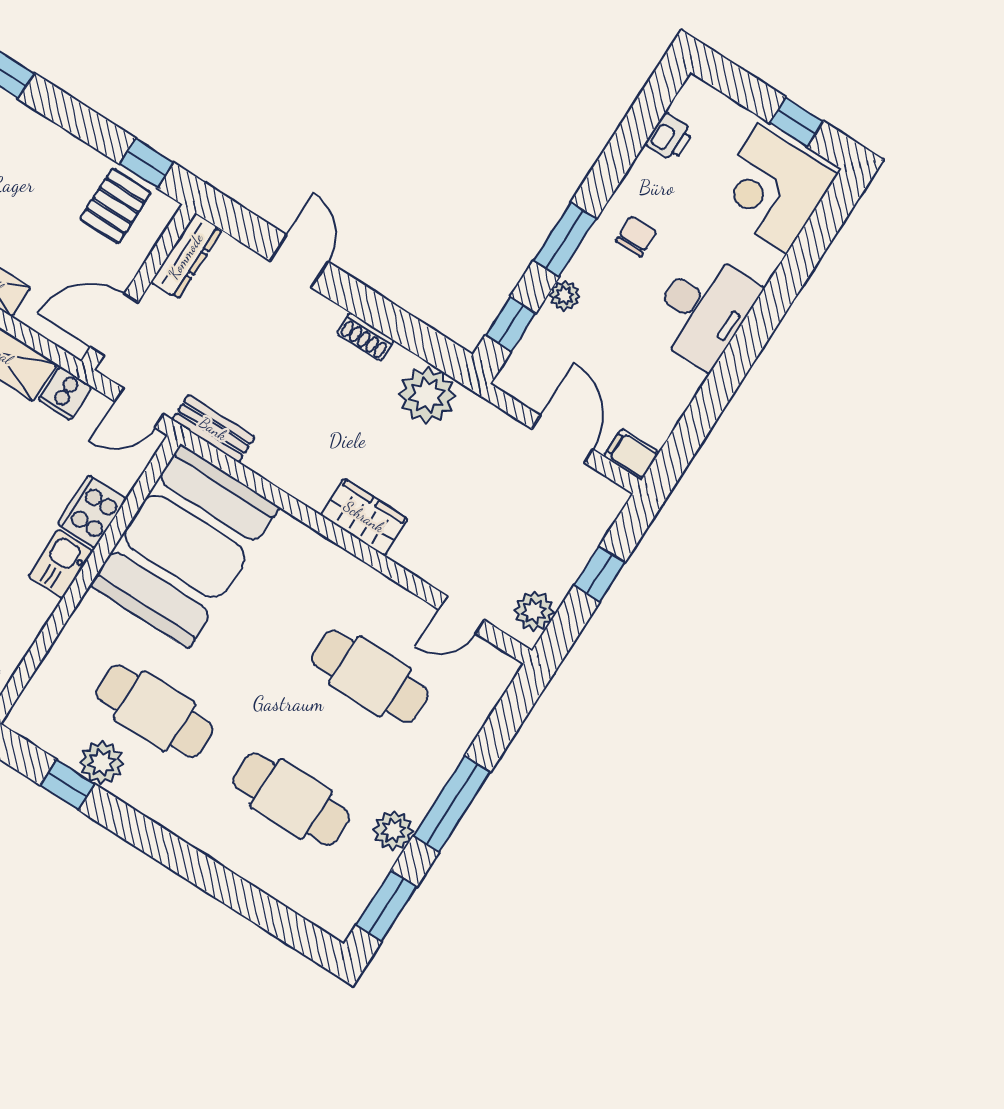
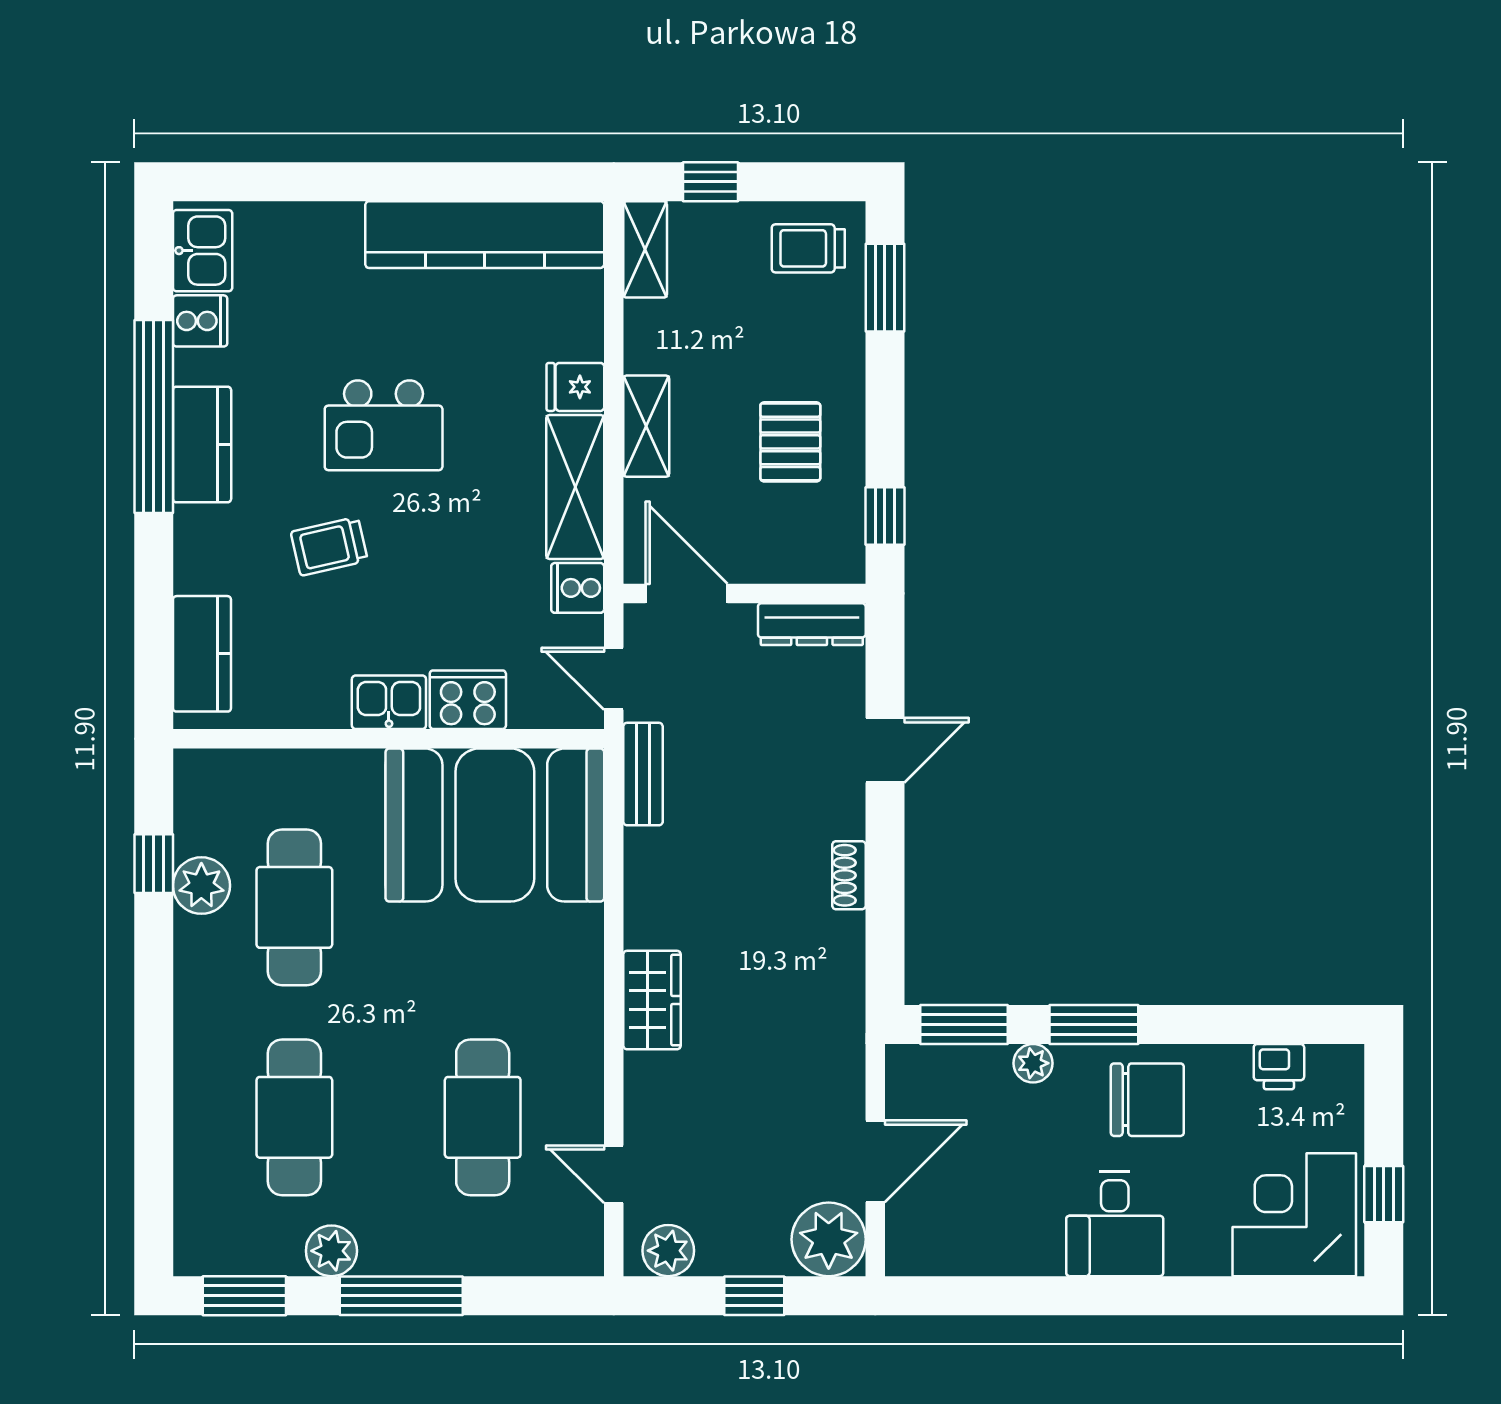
pallet: (115, 206) -> (790, 442), moved, turned 90
chair: (636, 236) -> (1147, 1100), width x1.87, depth x1.87
desk: (703, 310) -> (1115, 1224), width x0.73
window: (511, 324) -> (964, 1024), width x1.50
plant: (427, 395) -> (829, 1239), moved
filing cabinet: (632, 454) -> (907, 1247), removed

